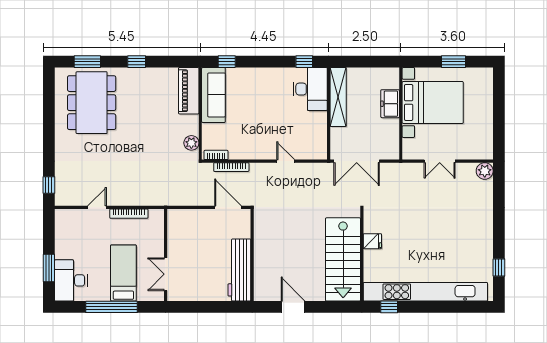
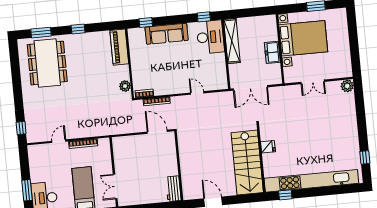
sofa: (213, 95) -> (167, 34), moved, turned 90
freezer: (390, 104) -> (272, 52), moved
workbench: (239, 270) -> (173, 189), width x0.53, depth x0.76

